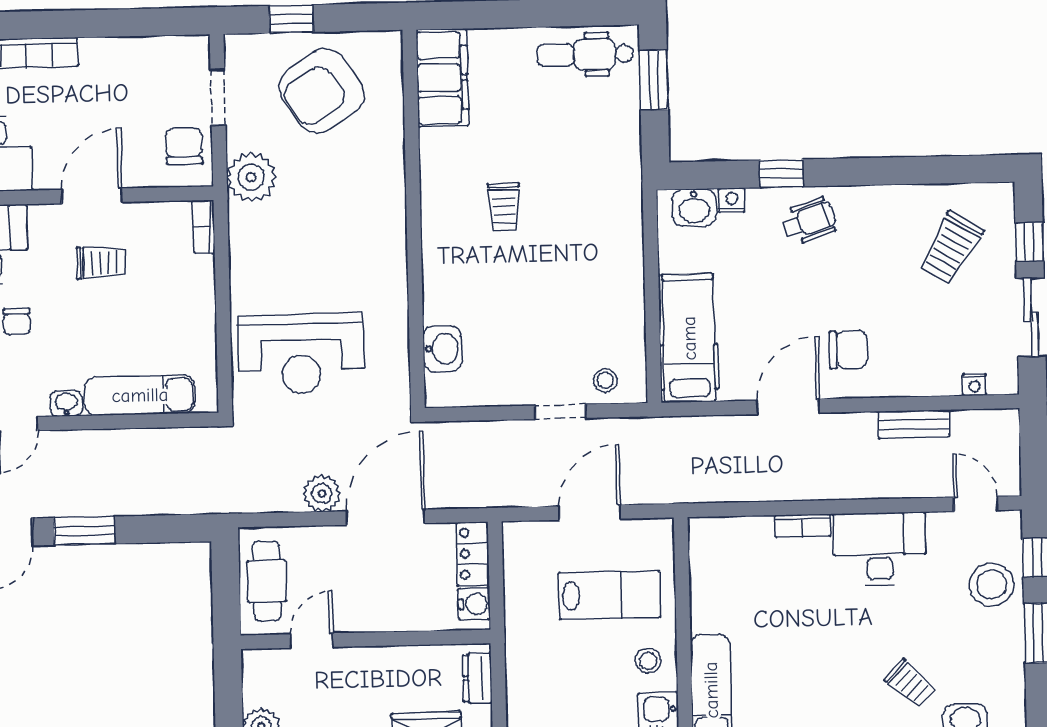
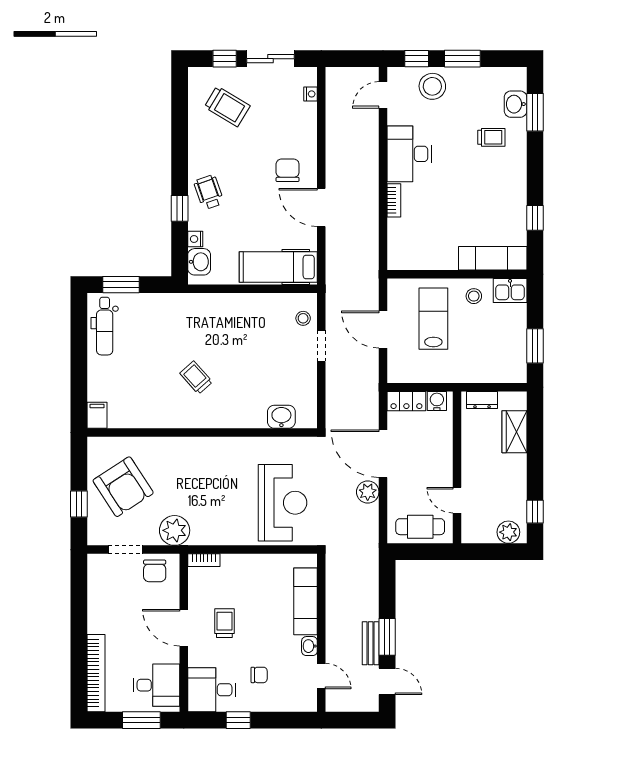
filing cabinet: (442, 78) -> (97, 415), width x0.33, depth x0.86
chair: (184, 146) -> (155, 571), turned -90
trolley: (504, 207) -> (196, 378), turned -132
bench: (914, 424) -> (371, 643), moved
trolley: (910, 684) -> (491, 137), turned 47

